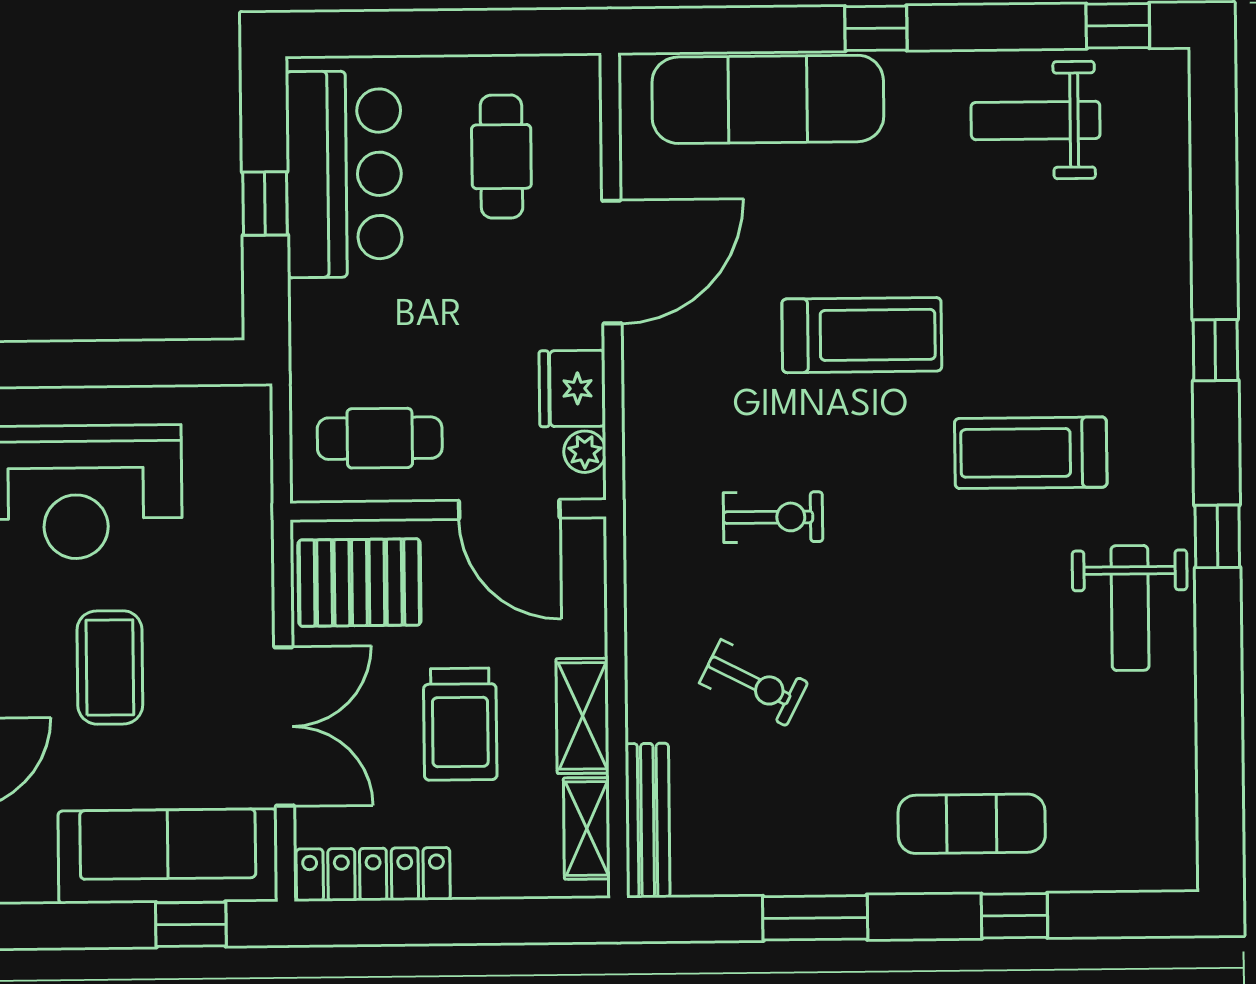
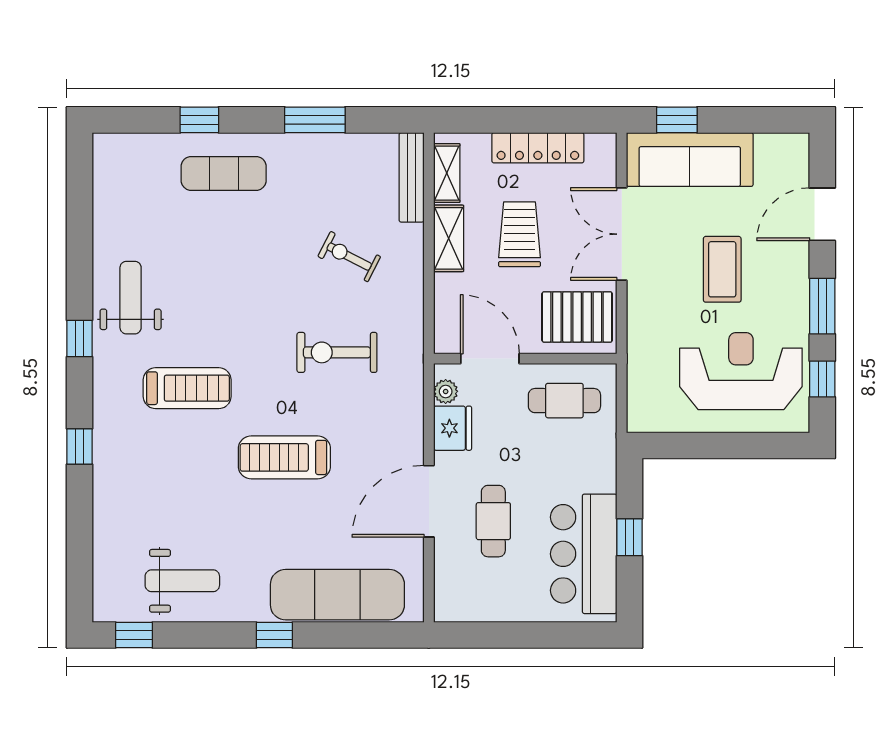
cafe table: (501, 157) -> (493, 521), moved
exercise bike: (773, 517) -> (337, 352), width x1.38, depth x1.39
locker: (373, 874) -> (538, 148), moved

